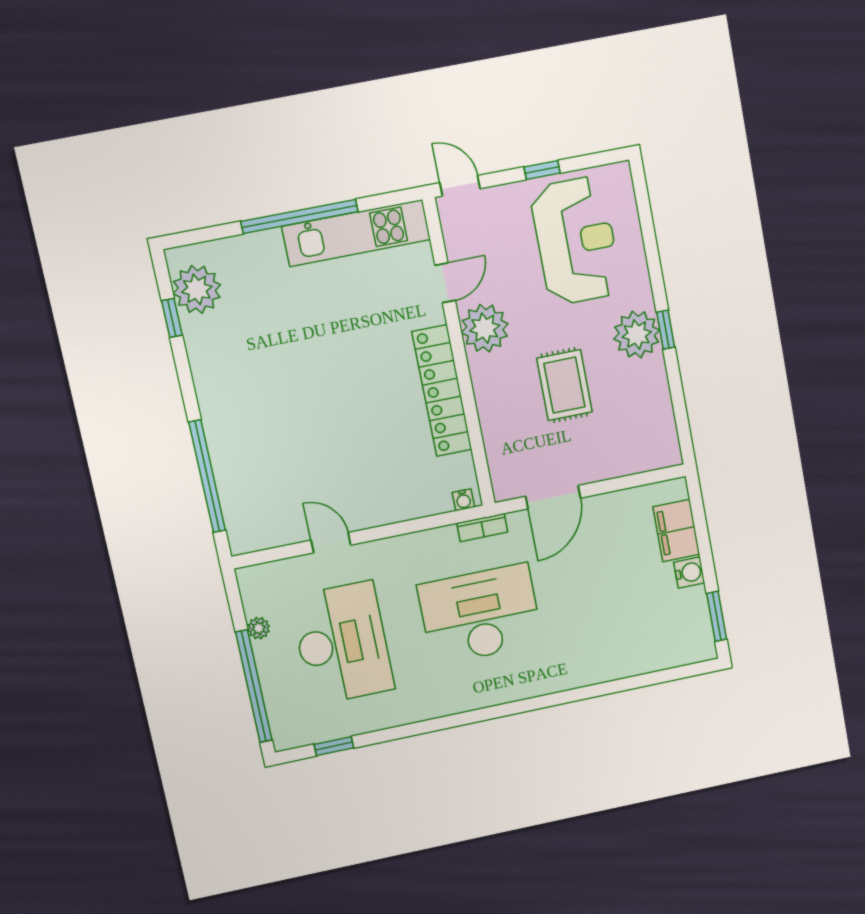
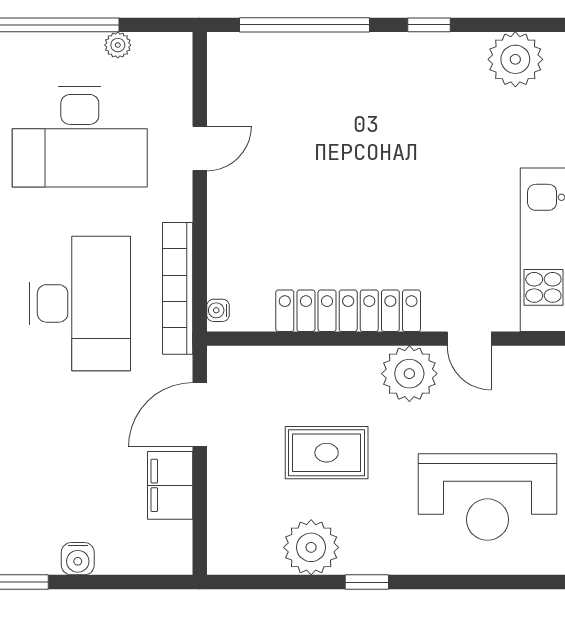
window: (172, 318) -> (429, 25), moved
plant: (637, 334) -> (311, 547), moved
door: (553, 497) -> (200, 415), hinge flipped
bookcase: (482, 528) -> (178, 288), width x2.31, depth x1.31
filing cabinet: (676, 531) -> (170, 485), moved, turned -90

